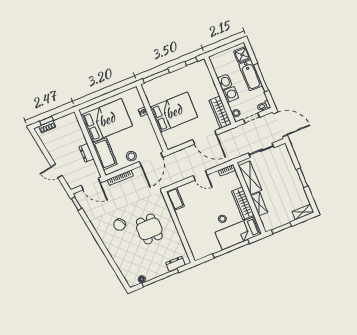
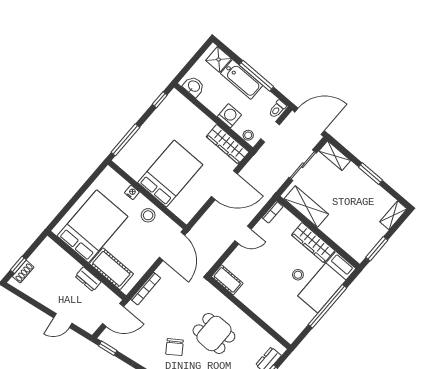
washbasin: (225, 82) -> (194, 86), moved
stool: (131, 156) -> (148, 215), moved
shelving: (259, 204) -> (335, 156), moved

